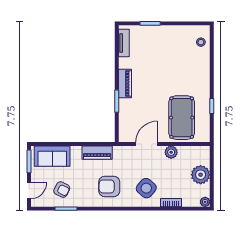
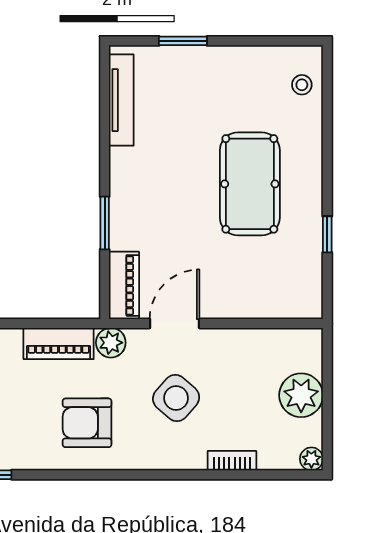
tv unit: (124, 43) -> (121, 100), width x1.41
piano: (125, 84) -> (124, 285), moved
pool table: (182, 118) -> (250, 184), moved
plant: (171, 152) -> (111, 343), moved
side table: (146, 188) -> (176, 398), moved

